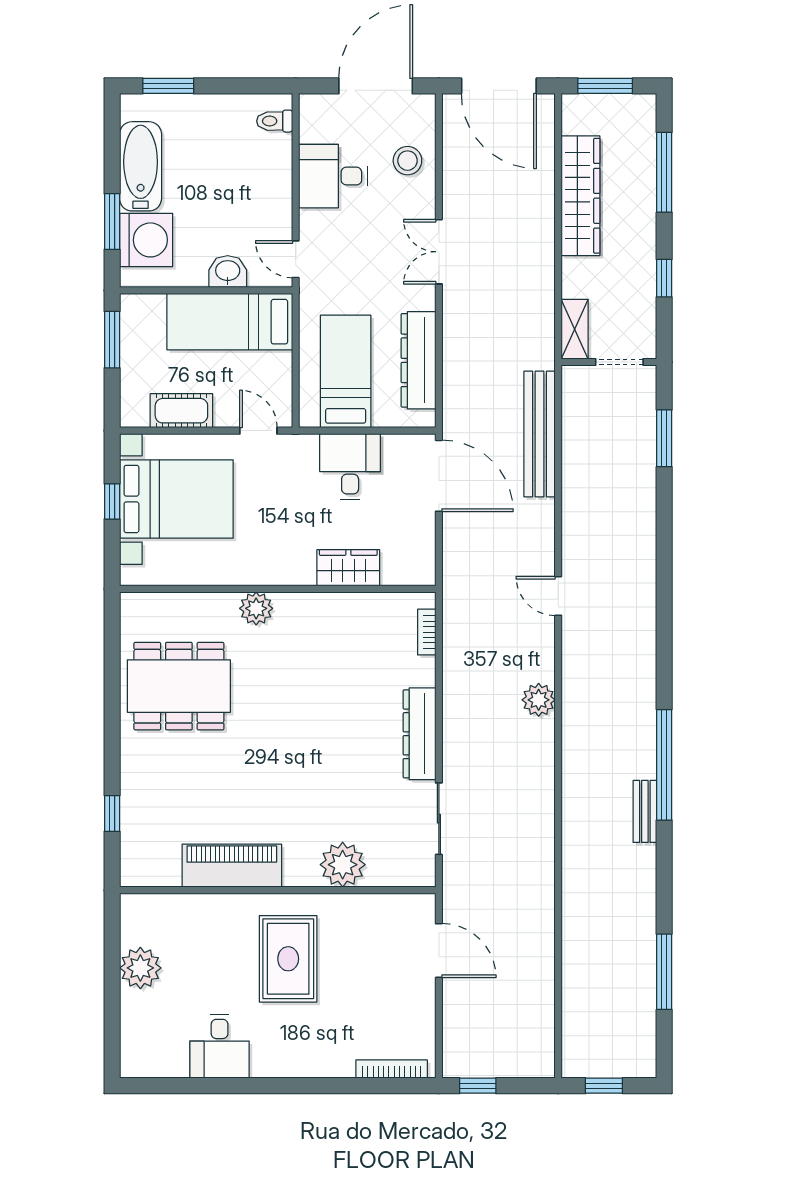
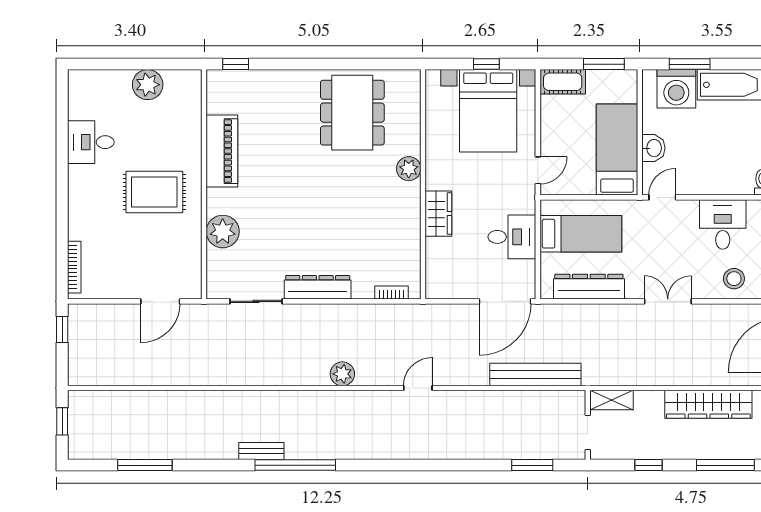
cot: (181, 411) -> (563, 82), moved, turned 90
wardrobe: (348, 568) -> (438, 214), moved
window: (112, 814) -> (236, 64), moved

